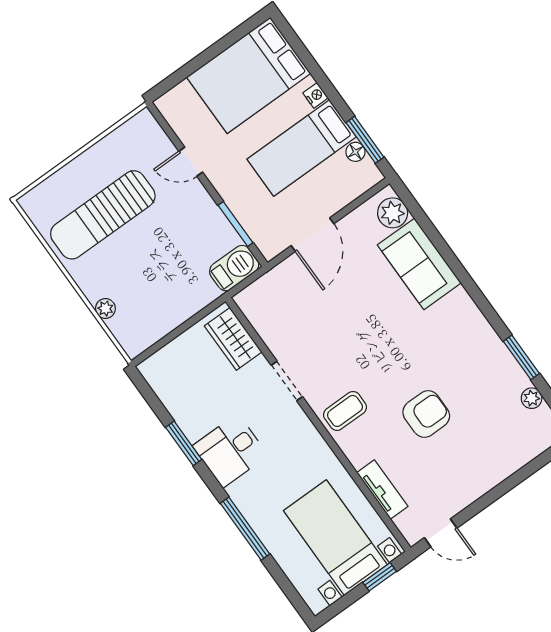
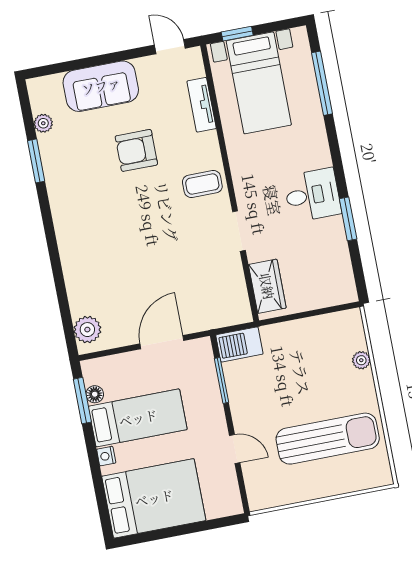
sofa: (419, 264) -> (101, 86), moved, turned 90
window: (245, 529) -> (322, 83), moved

